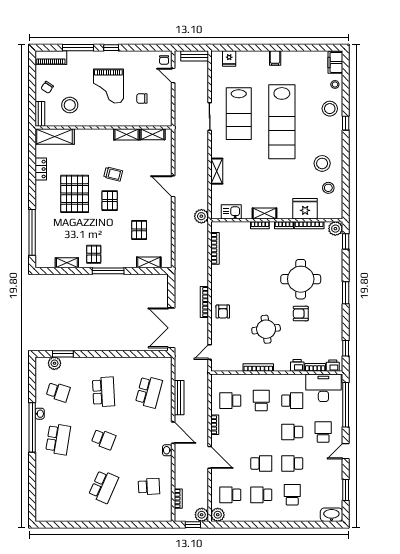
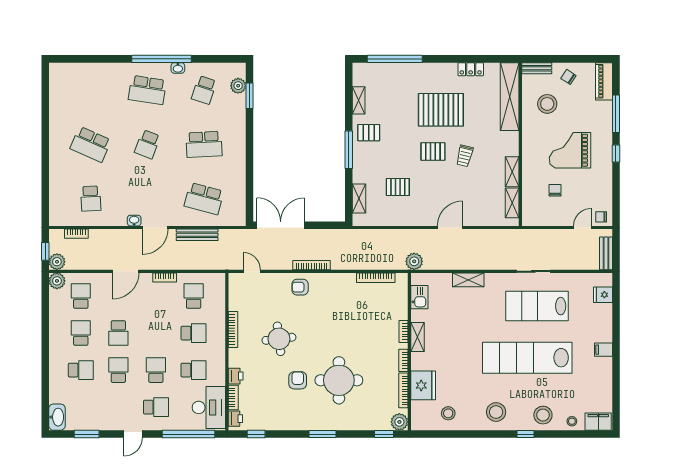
shelving: (55, 136) -> (510, 97), width x1.47
stool: (322, 163) -> (496, 412), moved
school desk: (292, 401) -> (194, 370), turned -90
door: (346, 451) -> (133, 434), swing flipped

